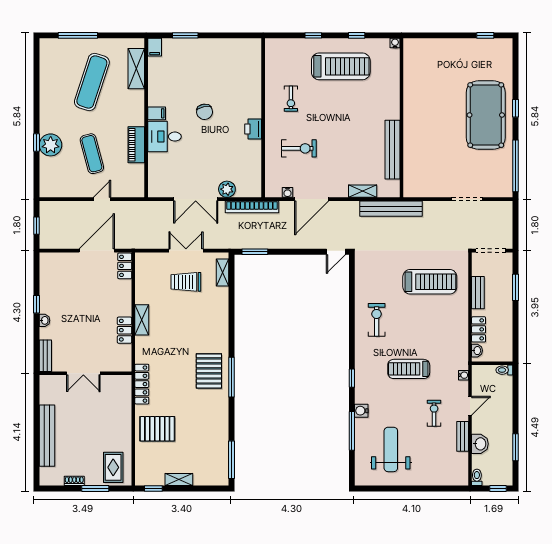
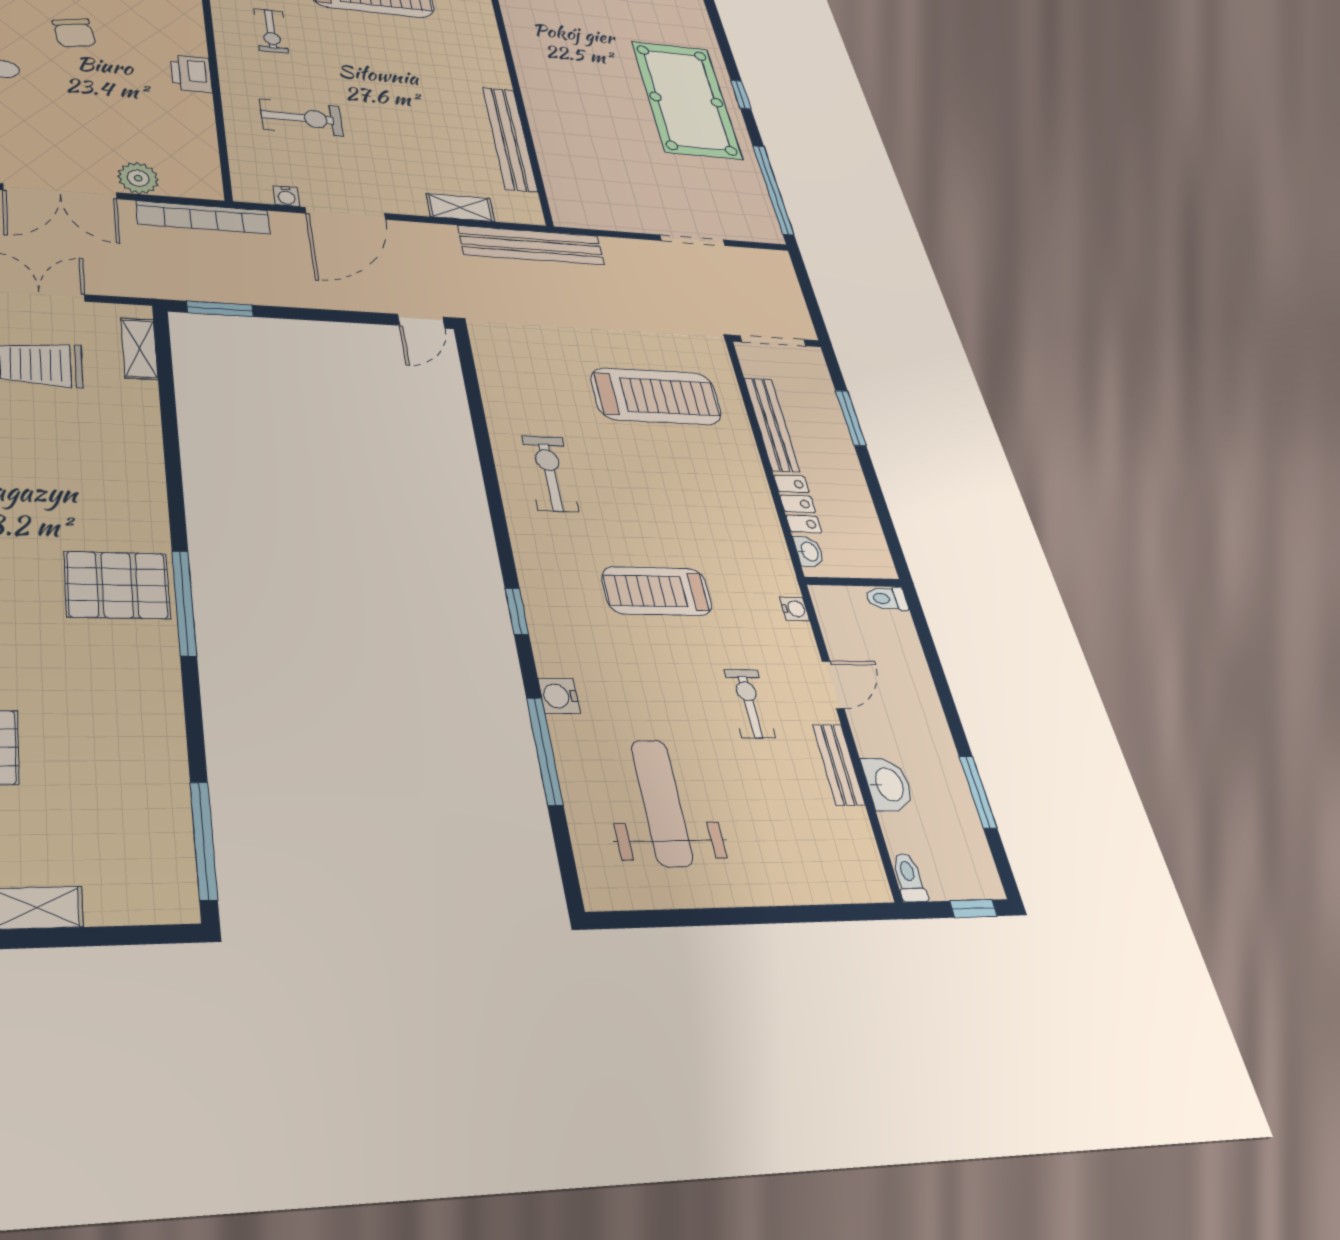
bench: (478, 293) -> (772, 424), width x1.36
pallet: (209, 371) -> (117, 585), turned 90

